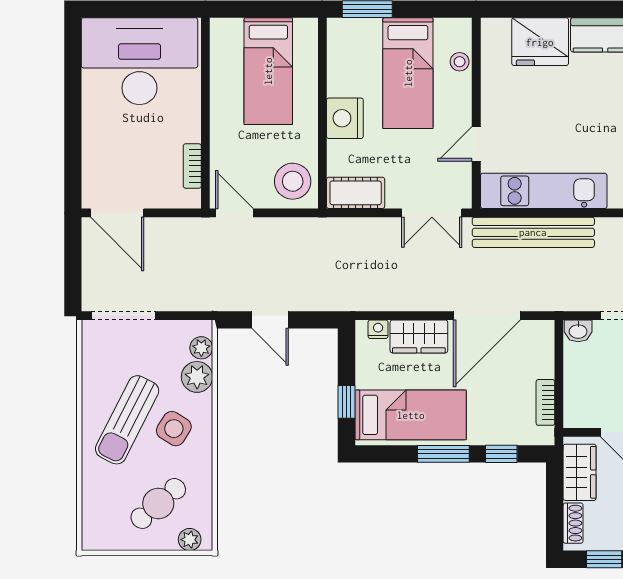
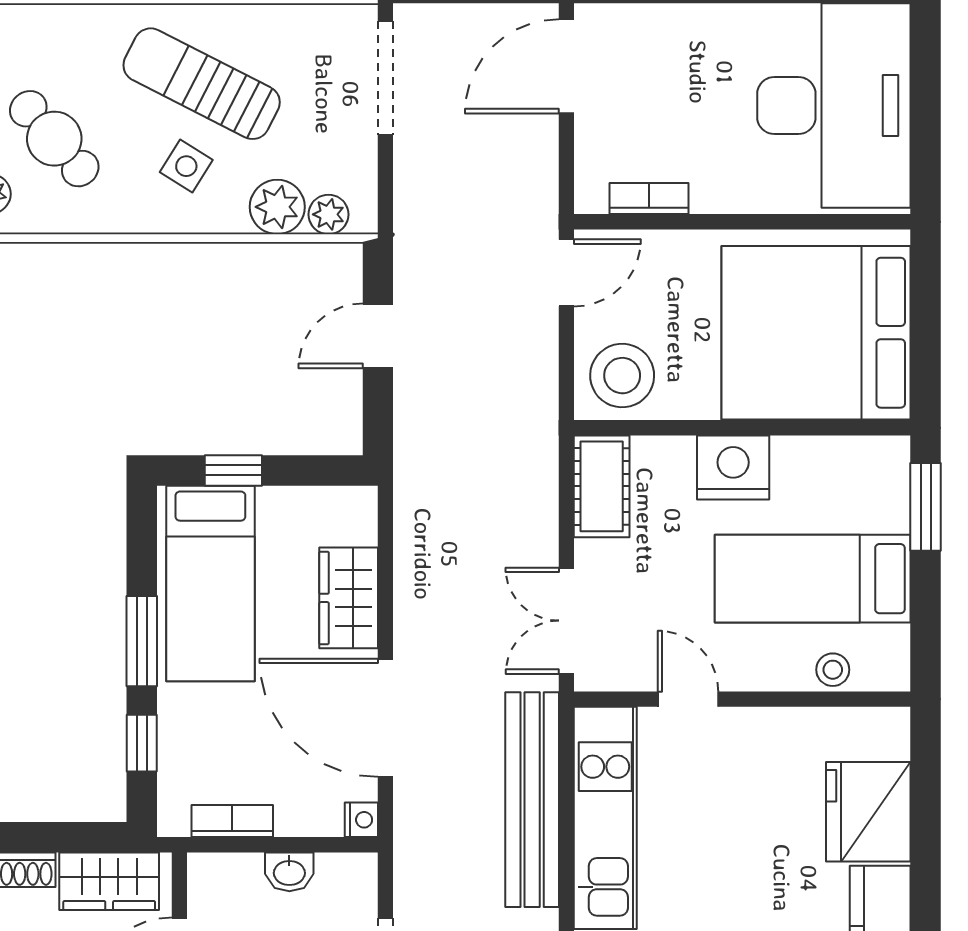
bed: (268, 71) -> (816, 333), width x2.04
nightstand: (378, 329) -> (361, 820), moved
washbasin: (578, 331) -> (289, 872), moved, turned -90
side table: (174, 429) -> (186, 166), width x0.73, depth x0.73

